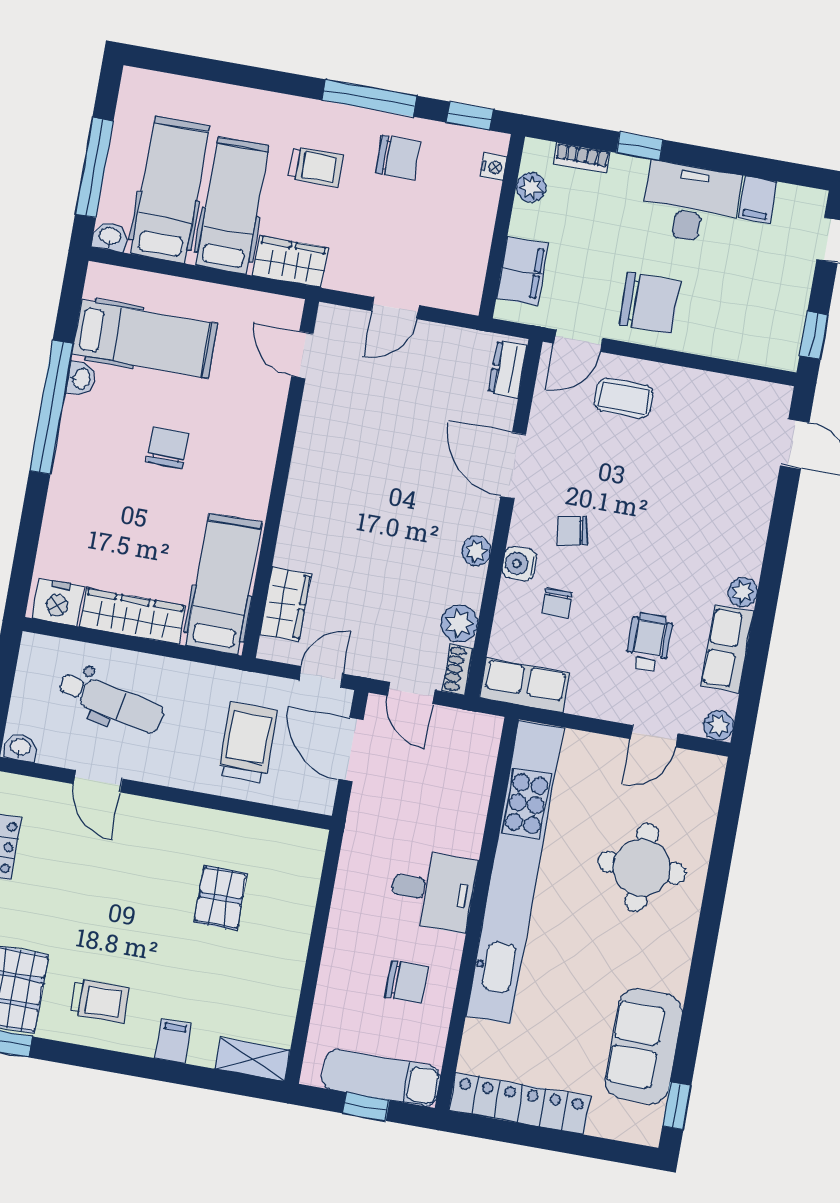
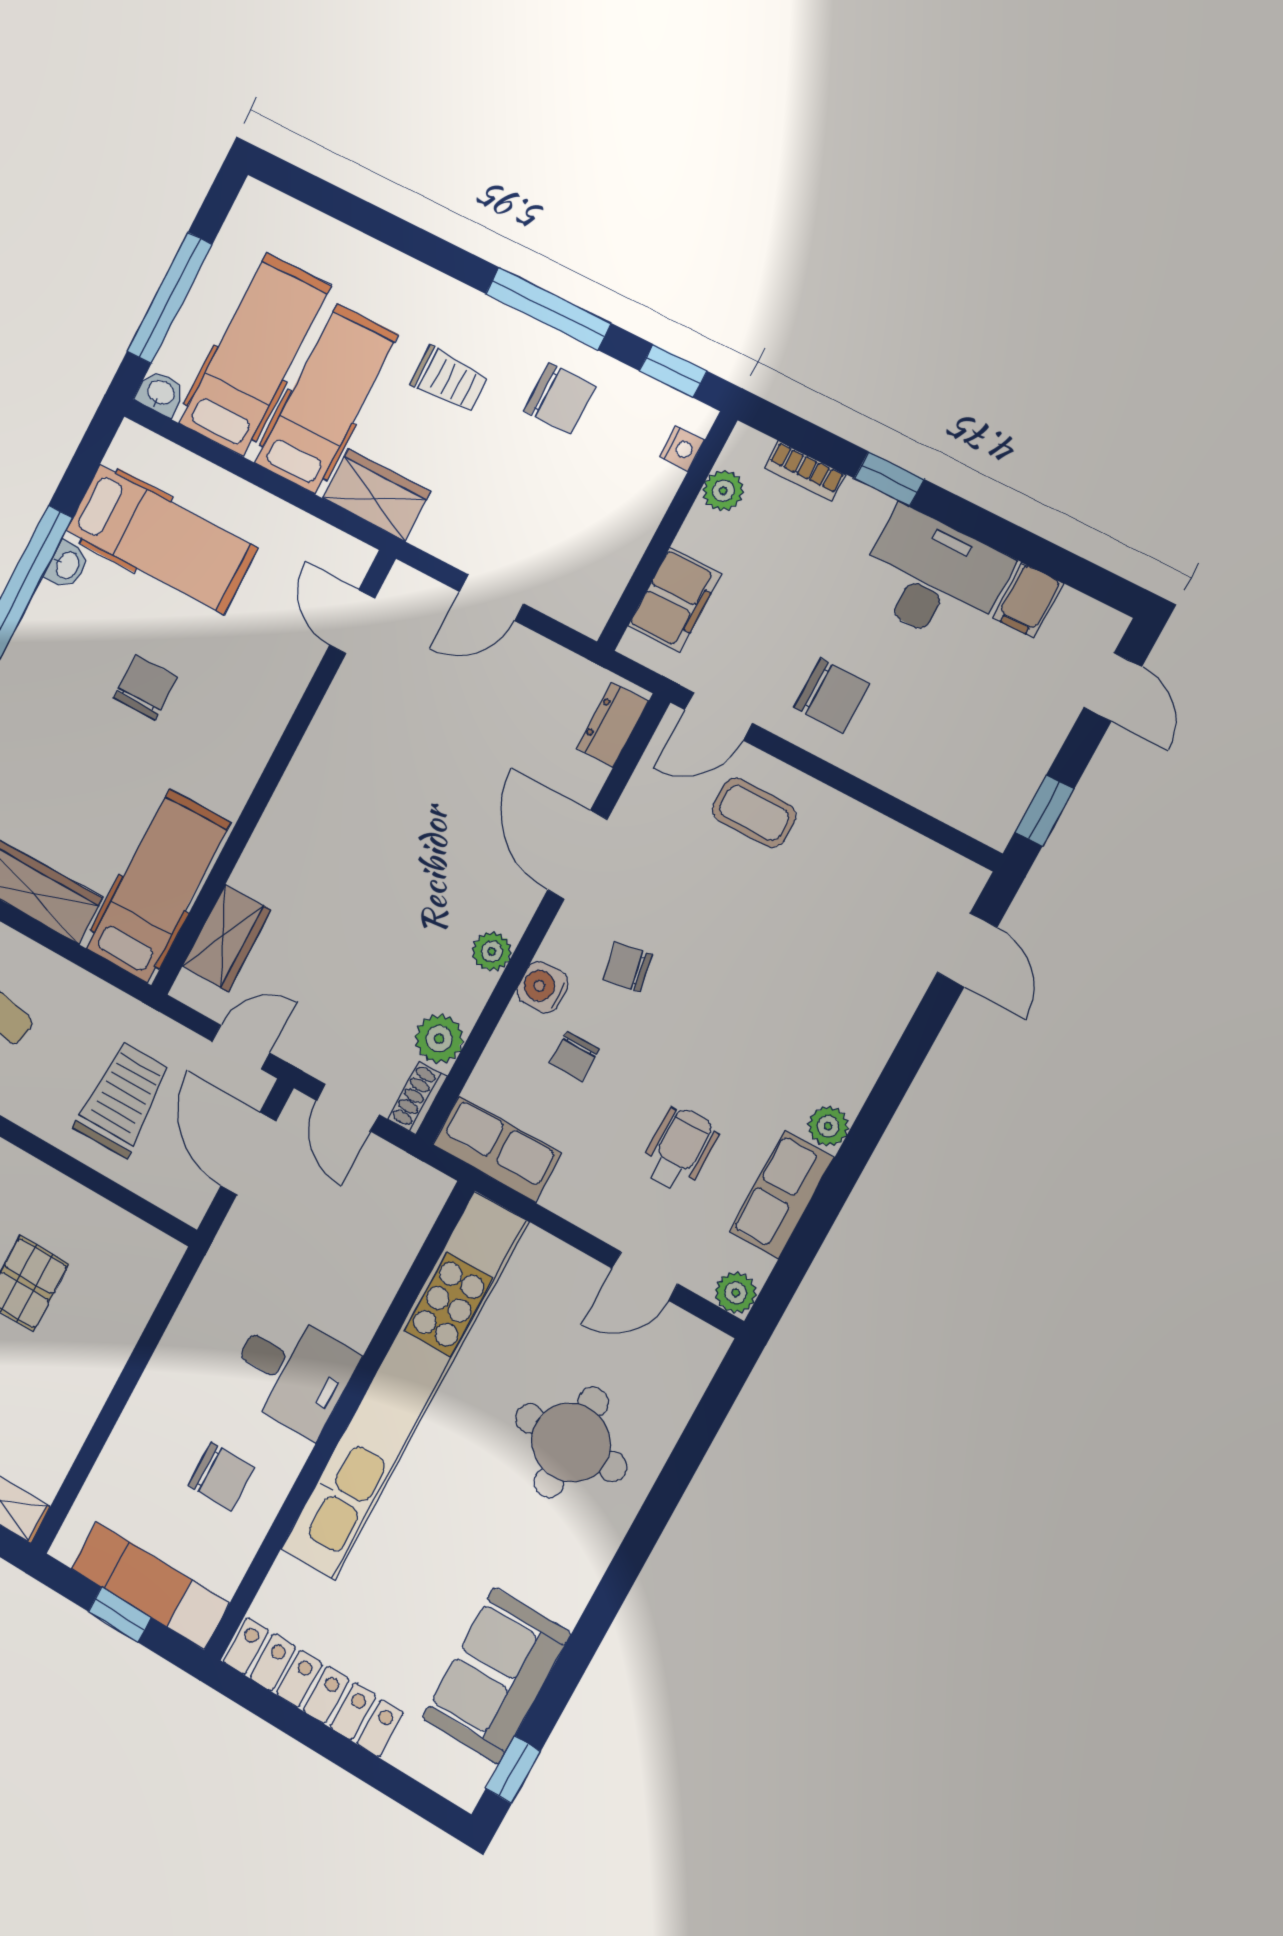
chair: (650, 303) -> (832, 696), width x0.73, depth x0.73

